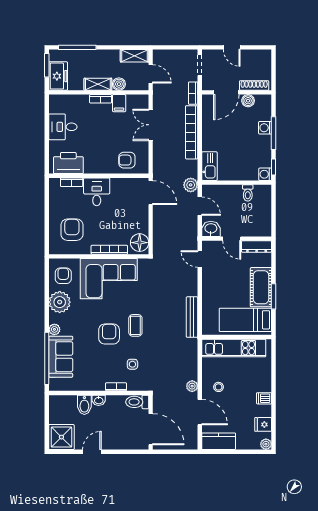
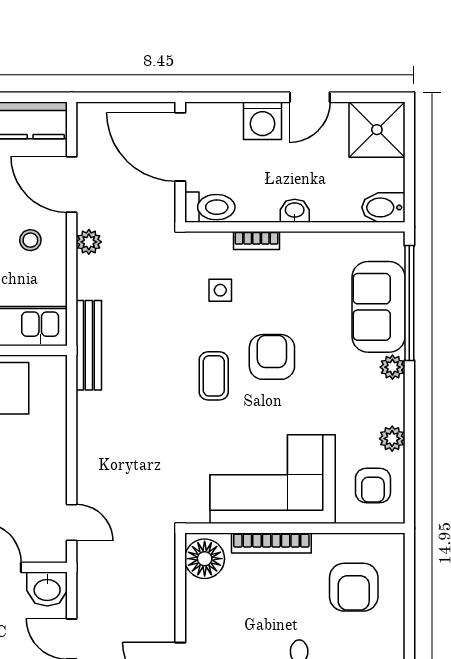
plant: (60, 302) -> (392, 439), width x0.53, depth x0.53
bench: (192, 317) -> (89, 345), moved
armchair: (109, 334) -> (272, 357), turned 180
bidet: (84, 405) -> (383, 207), moved, turned -90
washing machine: (113, 441) -> (262, 121), added

